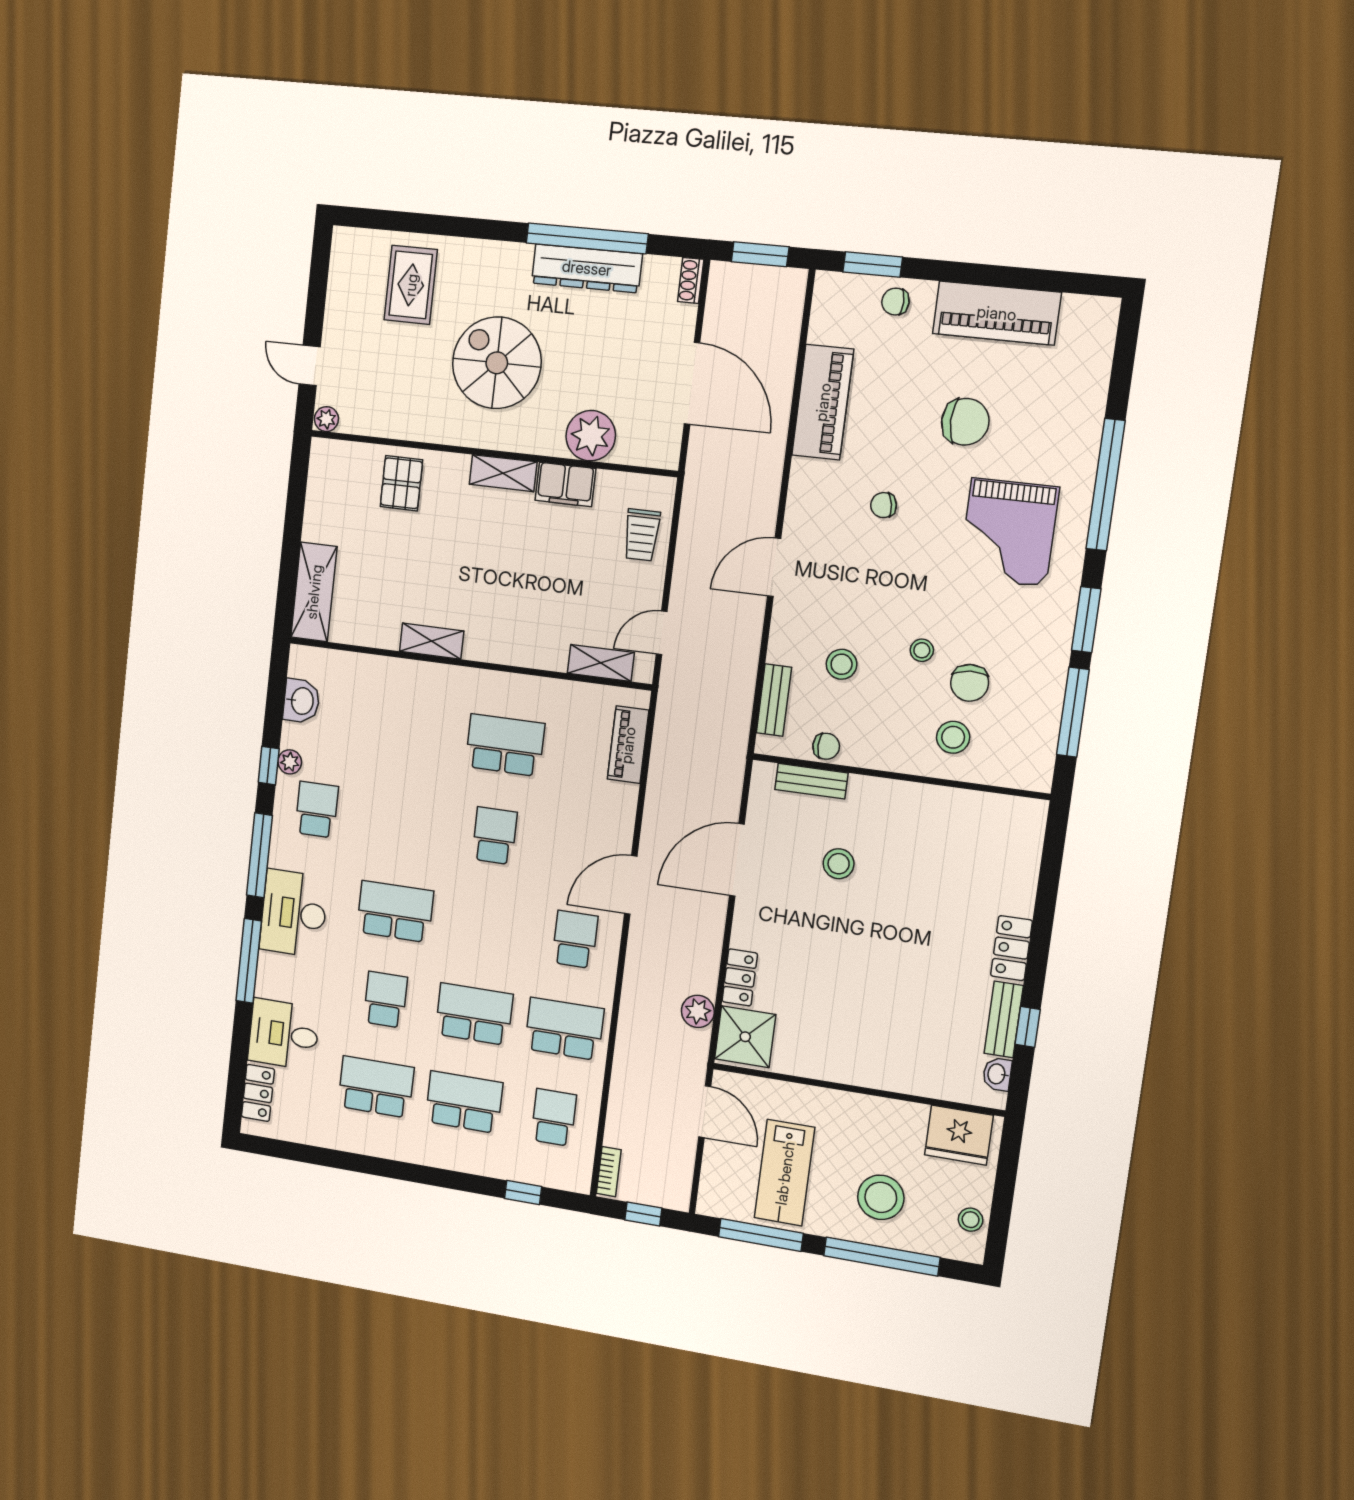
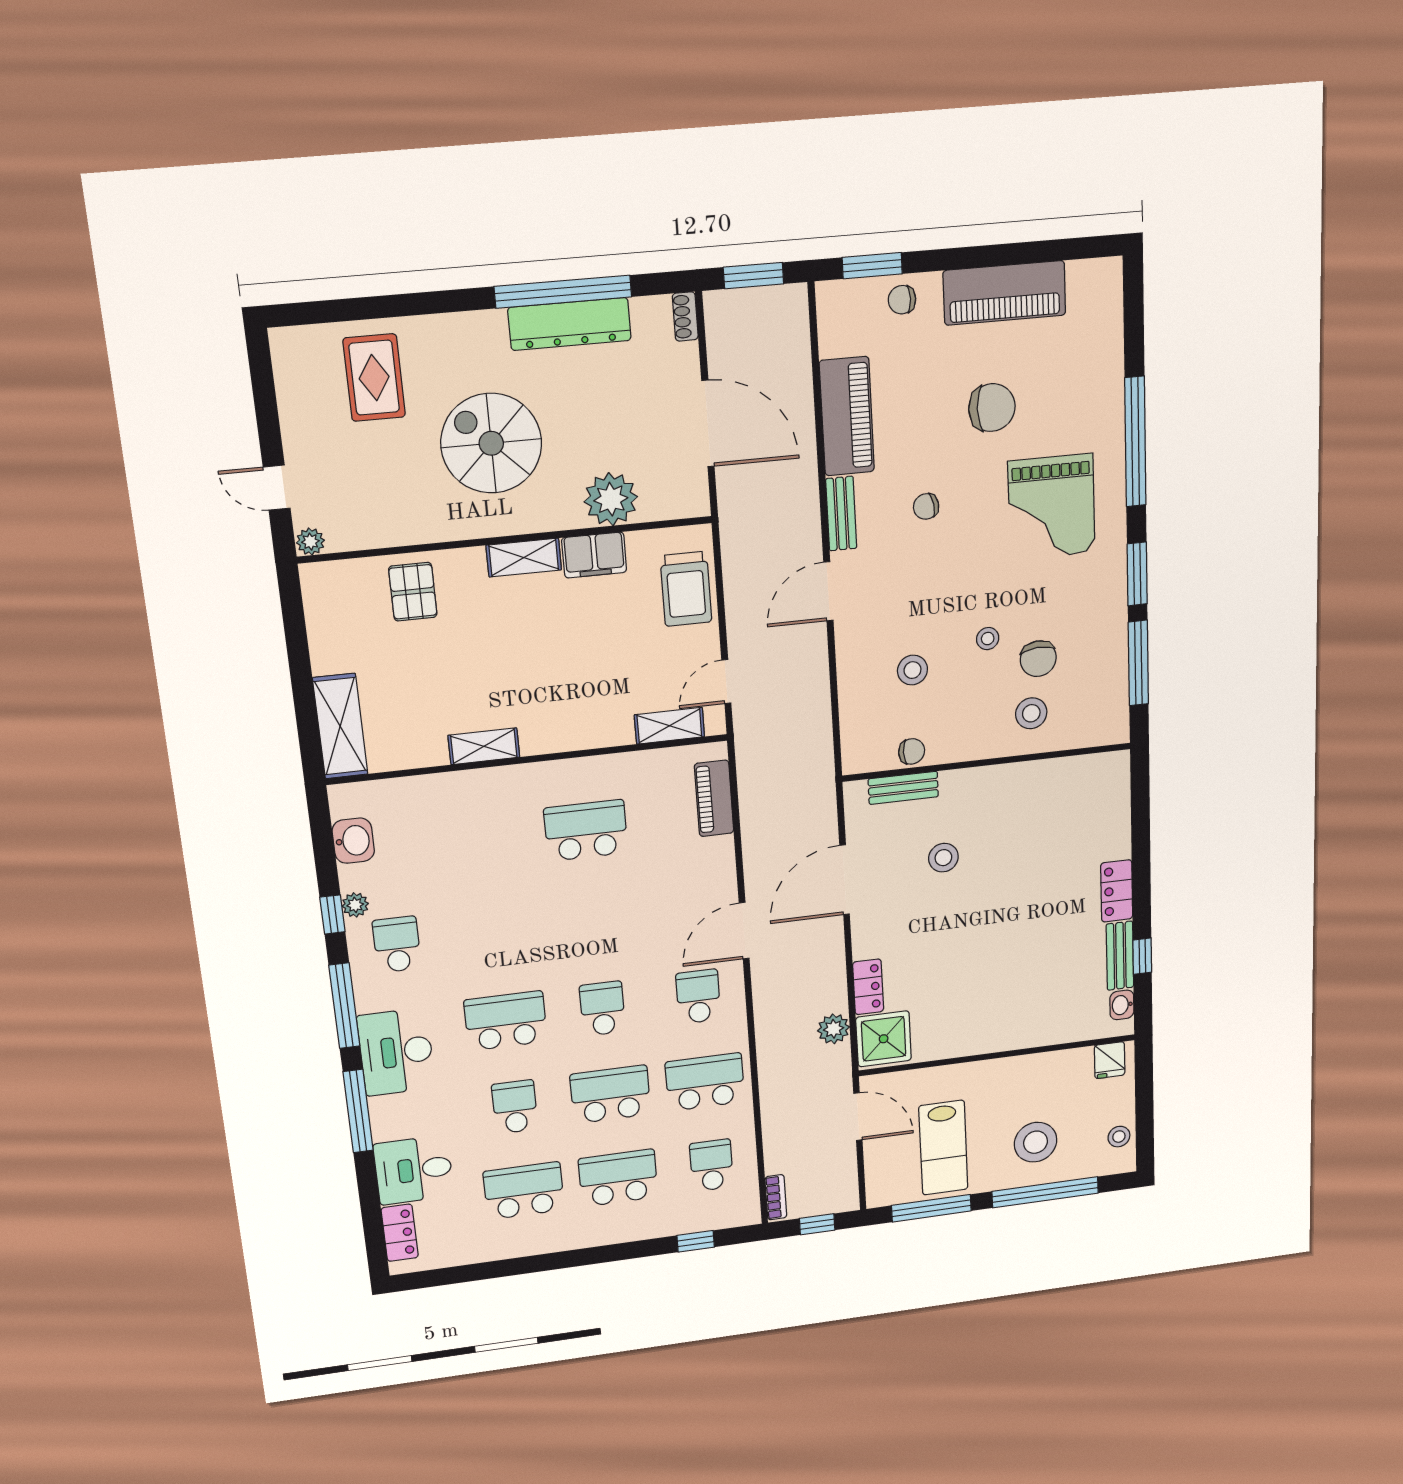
trolley: (642, 535) -> (686, 589), width x1.36, depth x1.39
bench: (774, 700) -> (841, 514), moved
school desk: (495, 836) -> (602, 1009), moved
fridge: (959, 1135) -> (1110, 1060), width x0.53, depth x0.75

